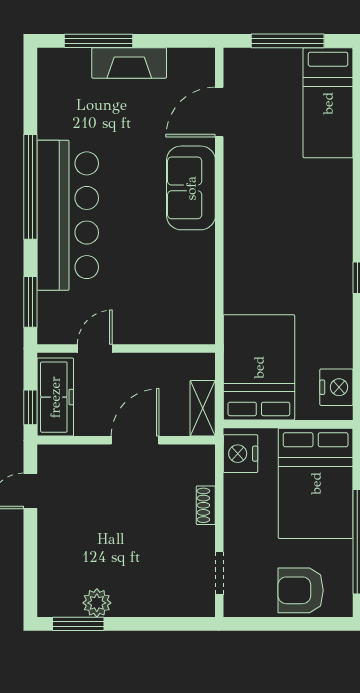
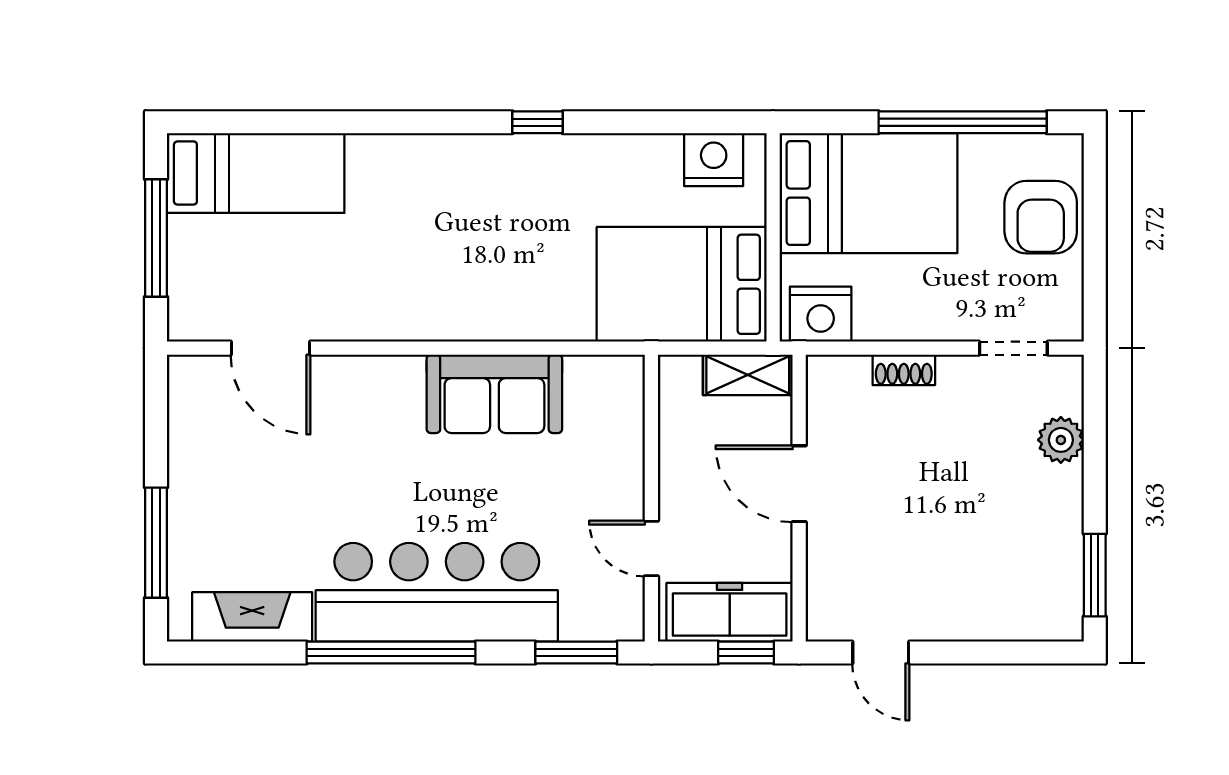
fireplace: (129, 63) -> (252, 617), moved, turned -90
sofa: (191, 188) -> (494, 394), moved
plant: (97, 603) -> (1061, 440), moved

